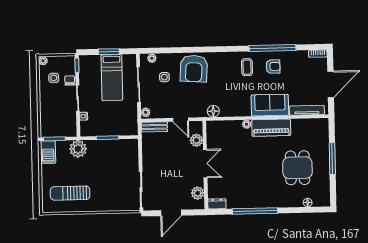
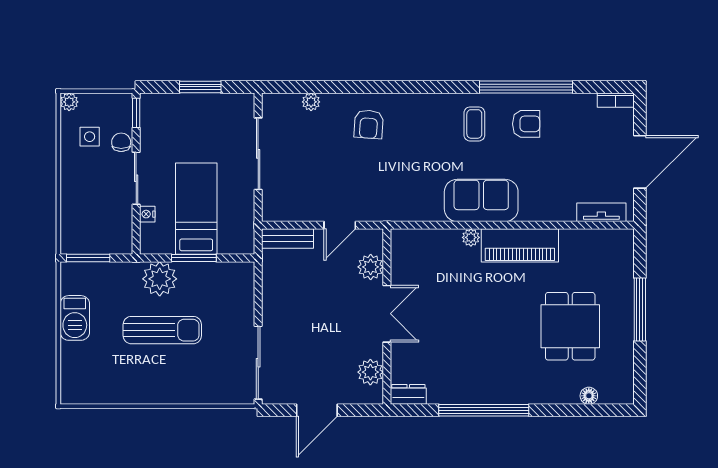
plant: (152, 58) -> (311, 102), moved
armchair: (194, 69) -> (369, 124), width x0.53, depth x0.53
side table: (164, 77) -> (310, 140), removed
bed: (112, 78) -> (196, 209), moved, turned 180
sofa: (270, 105) -> (481, 200), moved
tv unit: (307, 110) -> (601, 212), width x0.71
floor lamp: (213, 111) -> (405, 210), removed
plant: (146, 112) -> (271, 209), removed
door: (181, 120) -> (340, 225), hinge flipped
plant: (78, 149) -> (160, 279), moved
barbecue: (48, 152) -> (75, 318), moved
sun lounger: (70, 193) -> (162, 330), moved, turned 180

